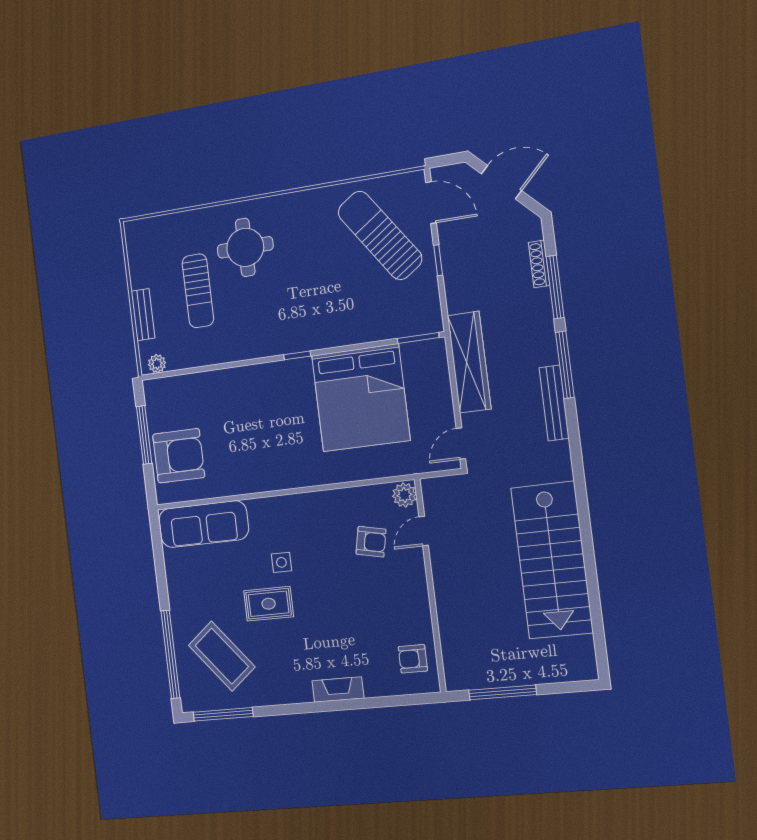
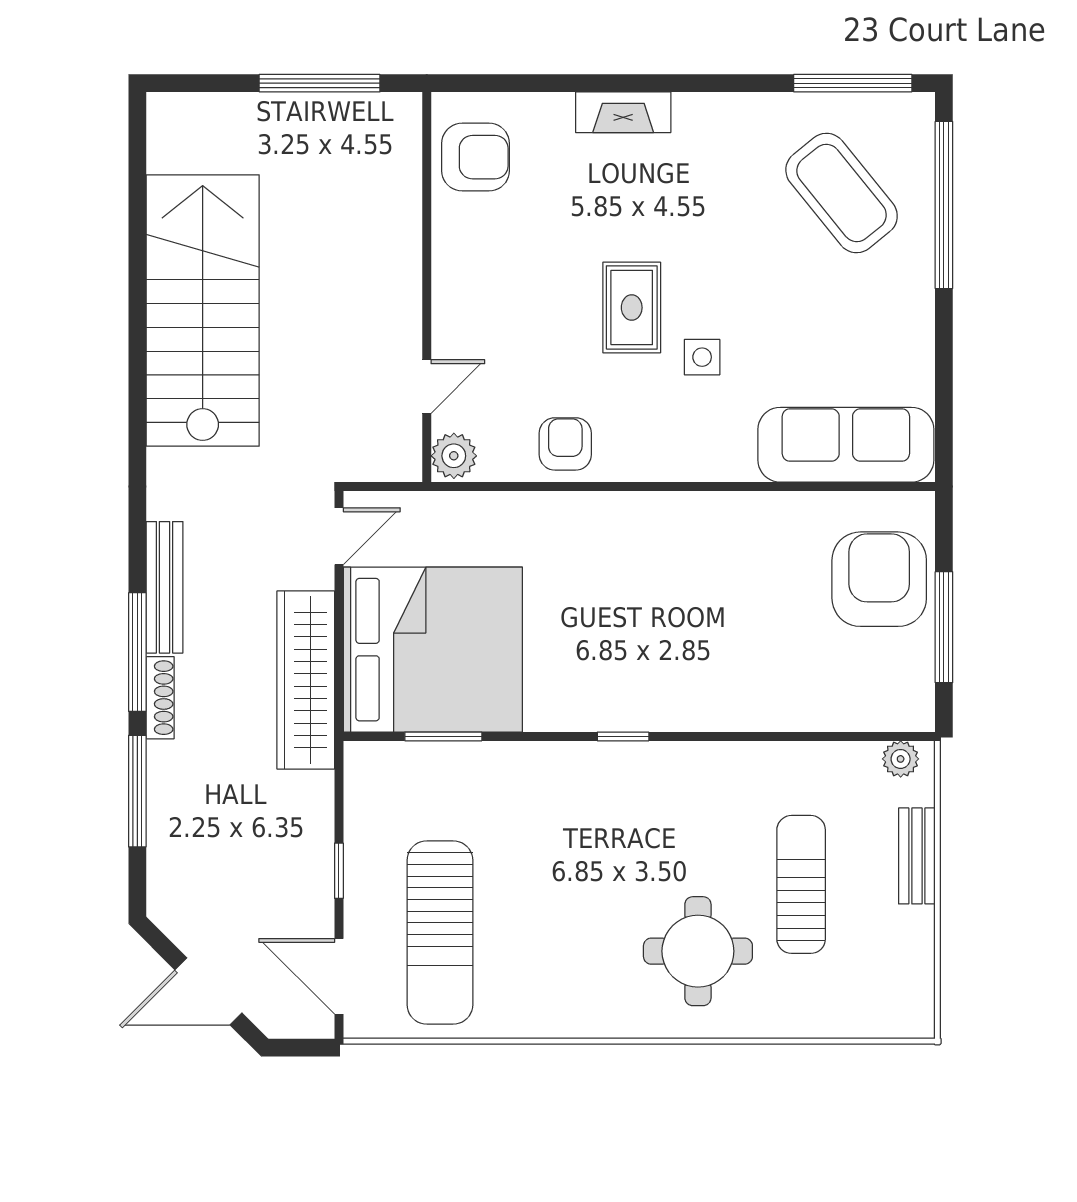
sun lounger: (380, 235) -> (440, 933), turned 35
shoe rack: (539, 264) -> (160, 698), moved
window: (418, 338) -> (443, 736), moved
bed: (361, 398) -> (433, 650), moved, turned 90
armchair: (179, 456) -> (879, 579), turned 90
armchair: (371, 542) -> (565, 444), moved, turned 78
rug: (269, 604) -> (632, 308), moved, turned 90
armchair: (413, 659) -> (476, 157), width x1.38, depth x1.38

